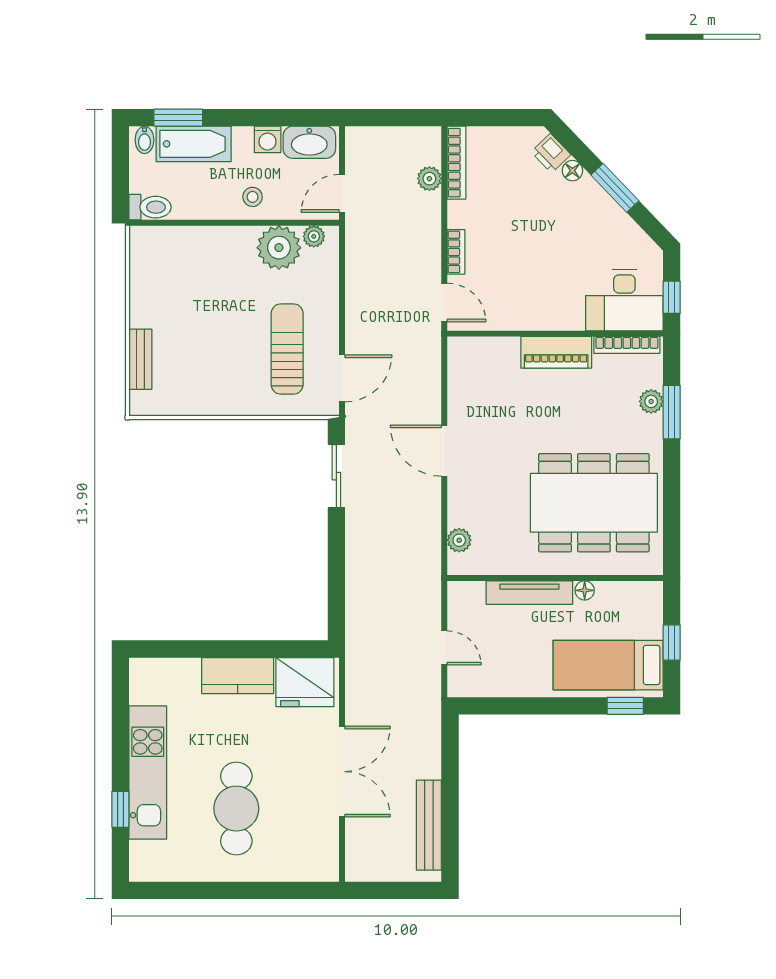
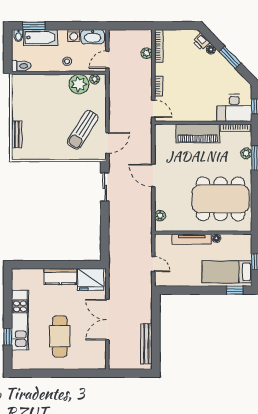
sun lounger: (287, 349) -> (83, 130), turned -148
piano: (556, 352) -> (198, 134), width x1.37, depth x1.33
double door: (342, 772) -> (107, 320), swing flipped

